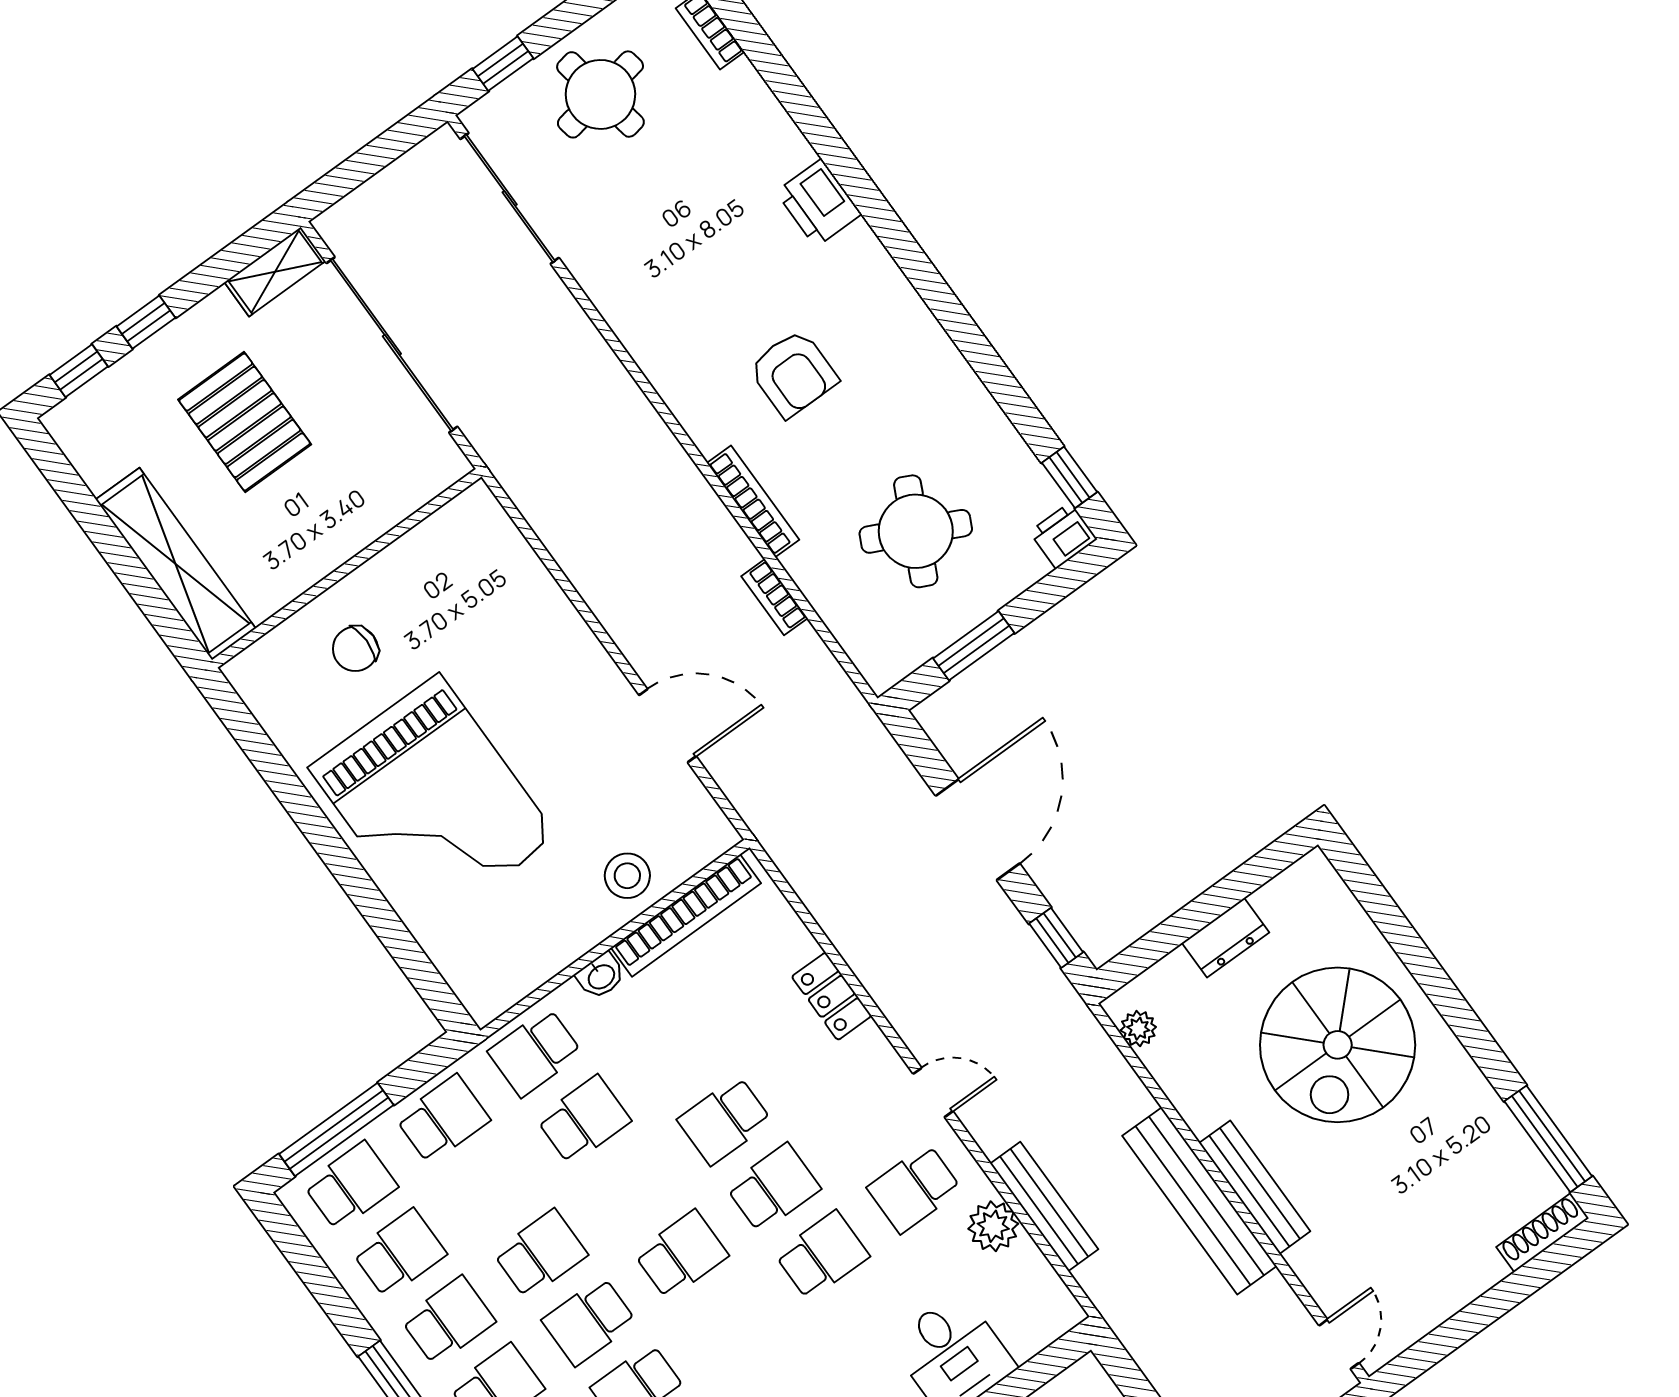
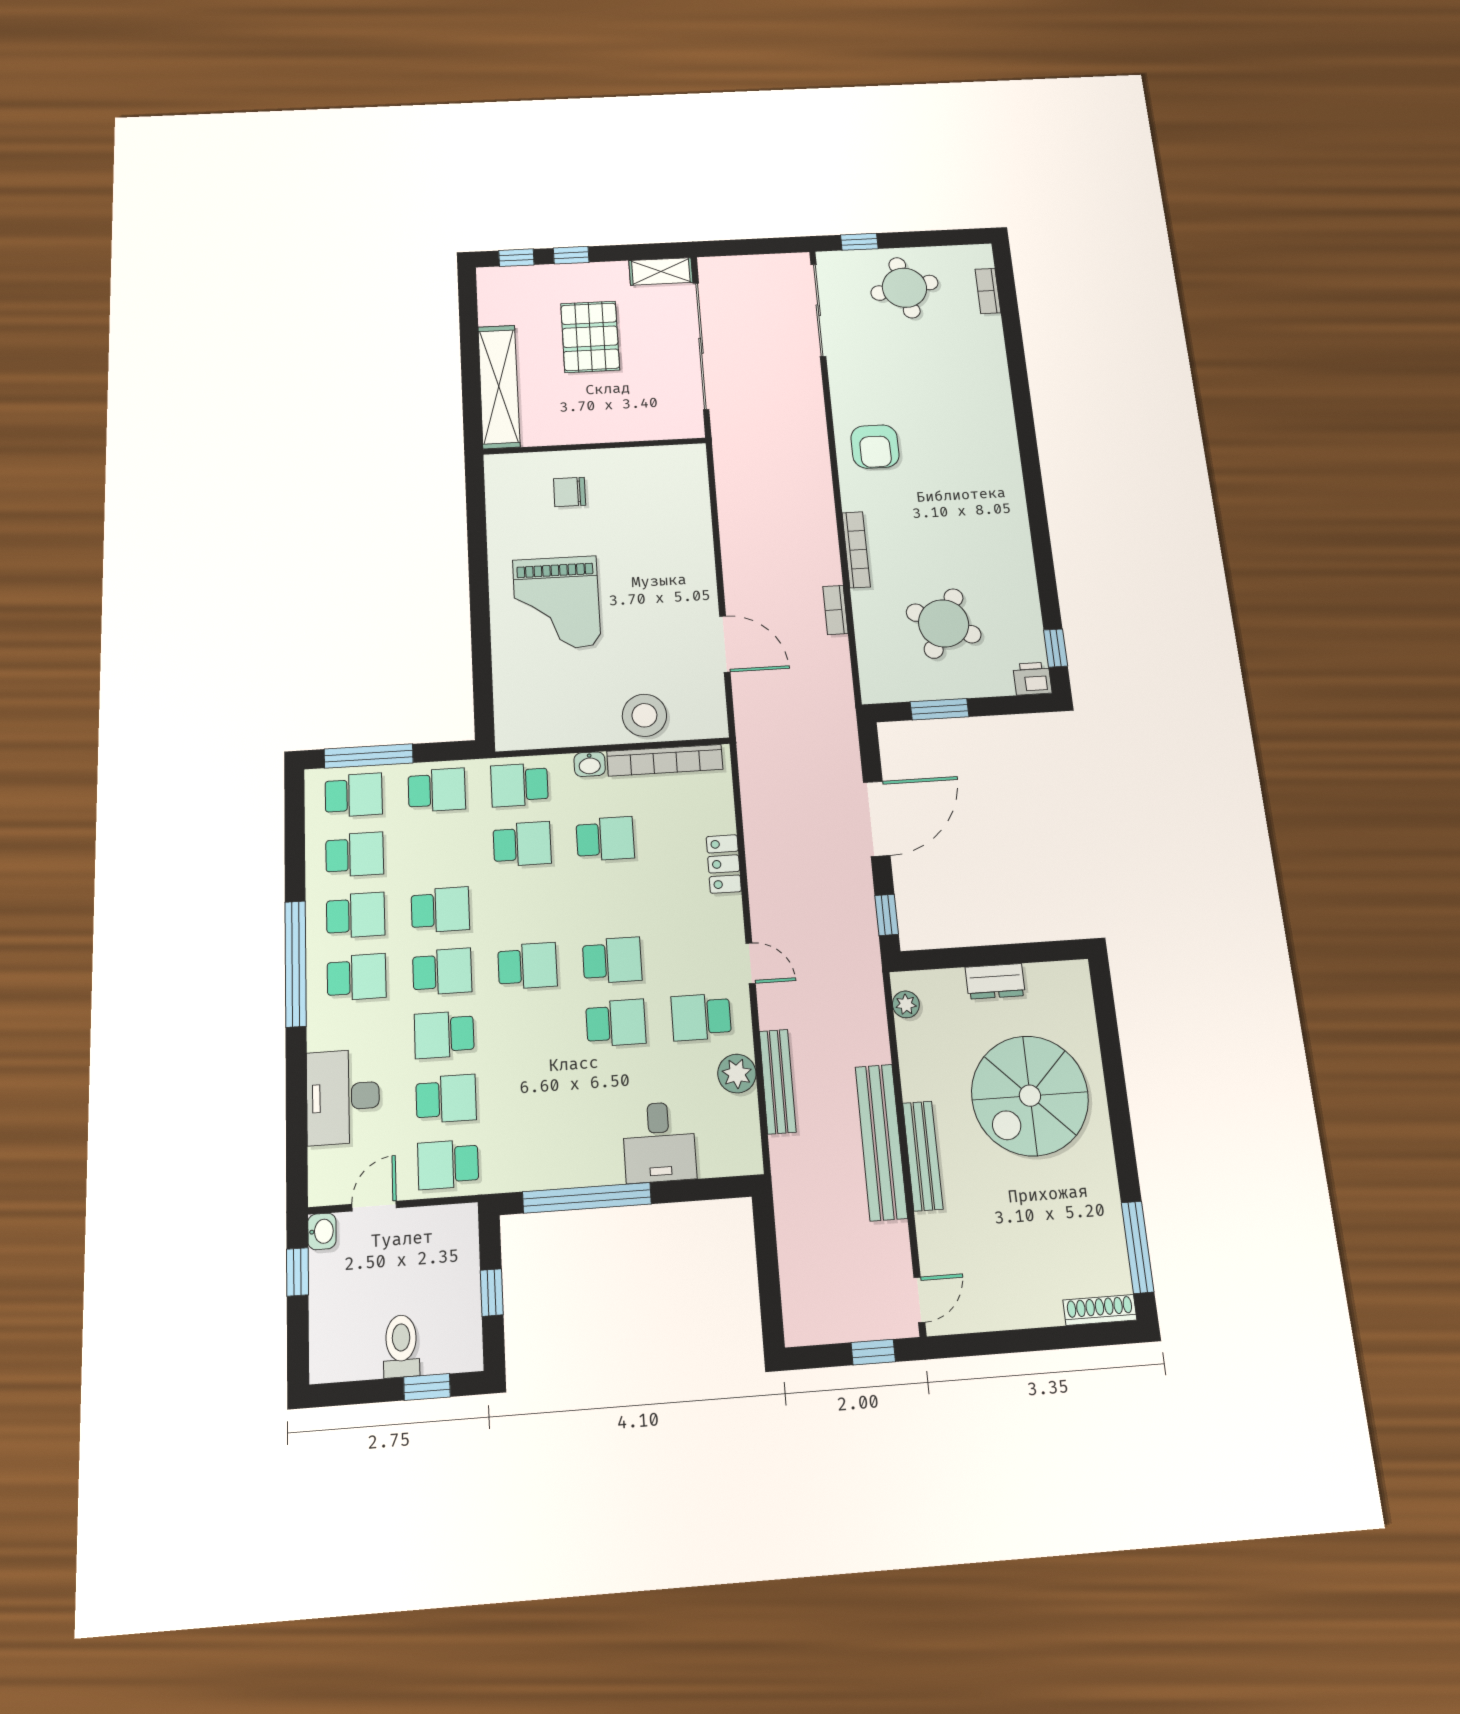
printer: (819, 203) -> (995, 414), removed
armchair: (793, 373) -> (875, 447), moved
grand piano: (433, 802) -> (557, 603), width x0.73, depth x0.68
stool: (627, 876) -> (644, 715), width x1.38, depth x1.38
school desk: (725, 1121) -> (605, 839), moved, turned 180
school desk: (589, 1321) -> (442, 972), turned 180

